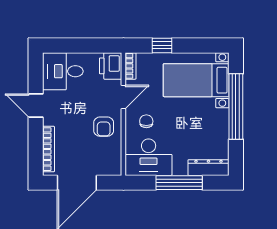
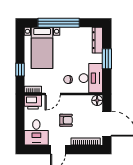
door: (123, 97) -> (53, 94), swing flipped
armchair: (104, 127) -> (66, 120), moved
floor lamp: (113, 167) -> (97, 100), added
window: (179, 183) -> (107, 59), width x0.69

